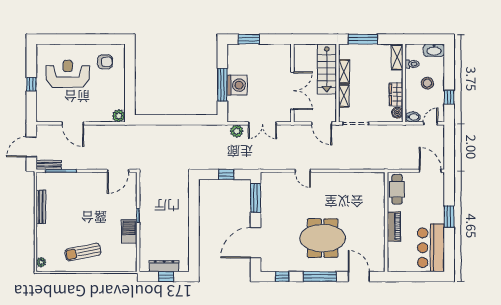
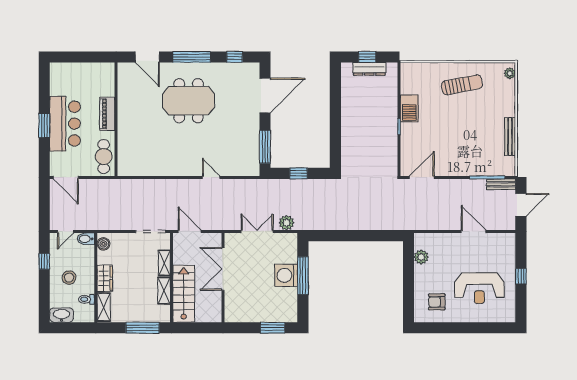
wardrobe: (396, 94) -> (105, 278), moved
plant: (119, 116) -> (421, 257), moved
bar counter: (431, 248) -> (65, 124), moved

